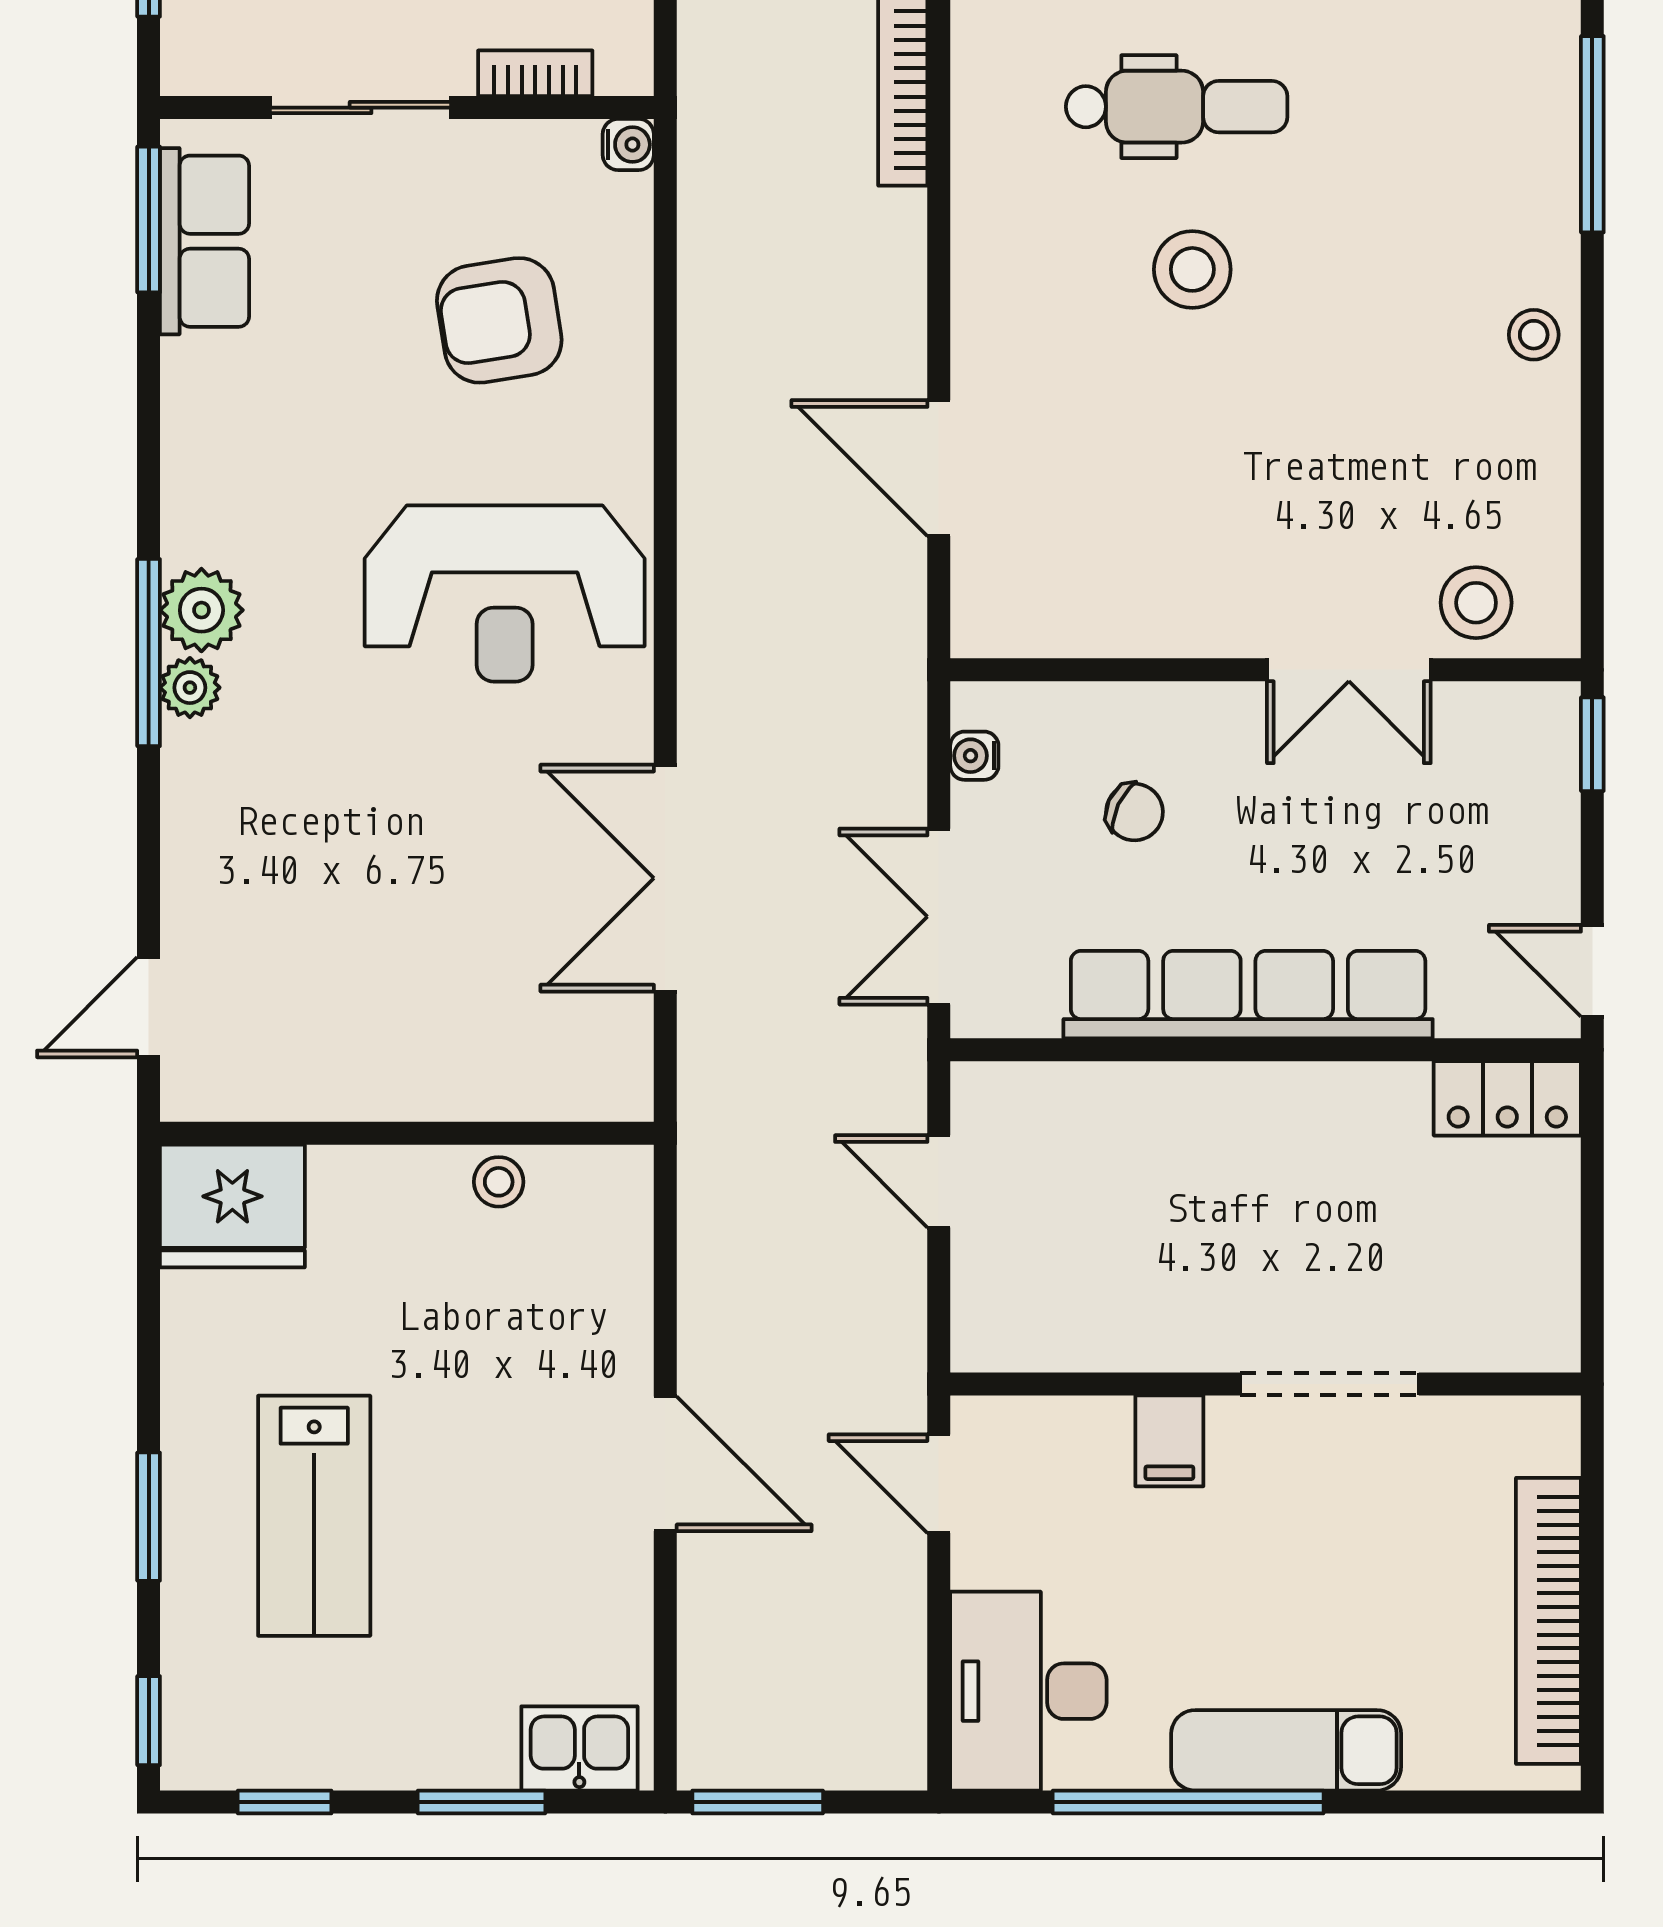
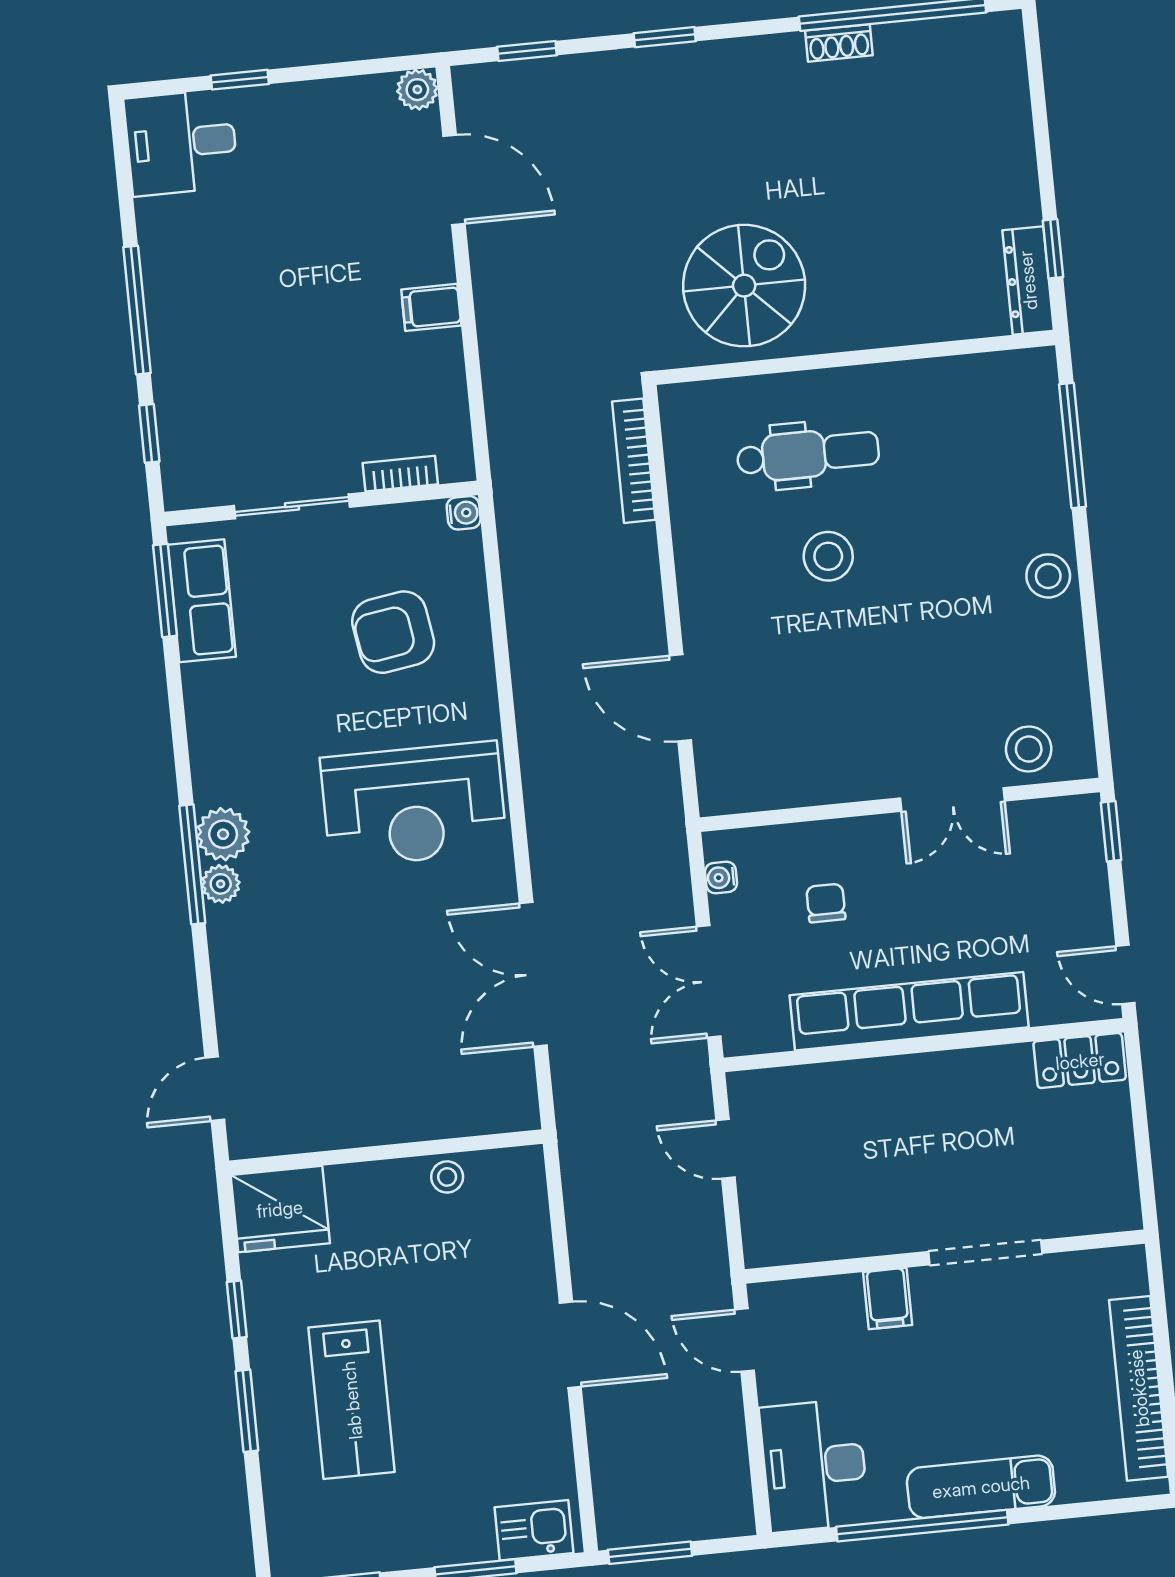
stool: (1534, 335) -> (1048, 576), width x1.37, depth x1.37
chair: (1134, 812) -> (826, 903), turned -115
window: (149, 1721) -> (237, 1309), moved

